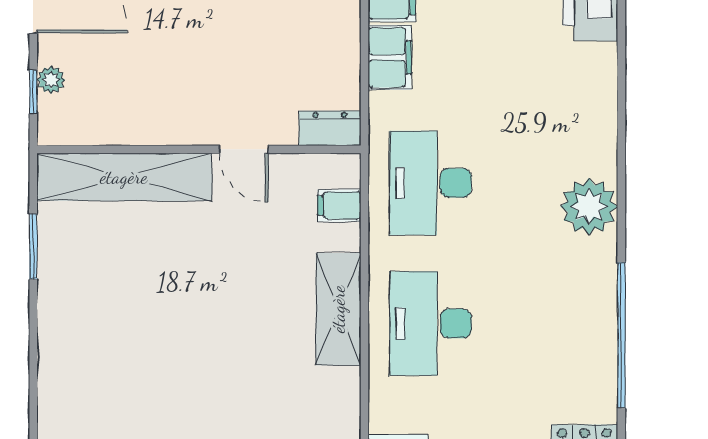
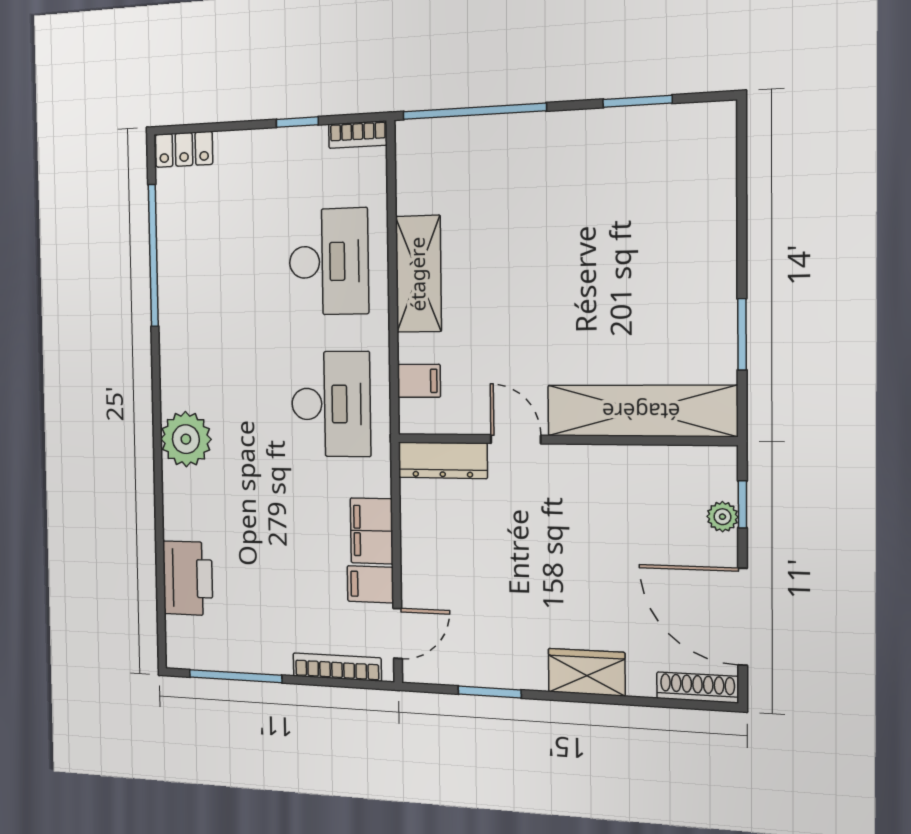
dresser: (330, 128) -> (443, 460), width x1.44
plant: (589, 207) -> (186, 439), moved

